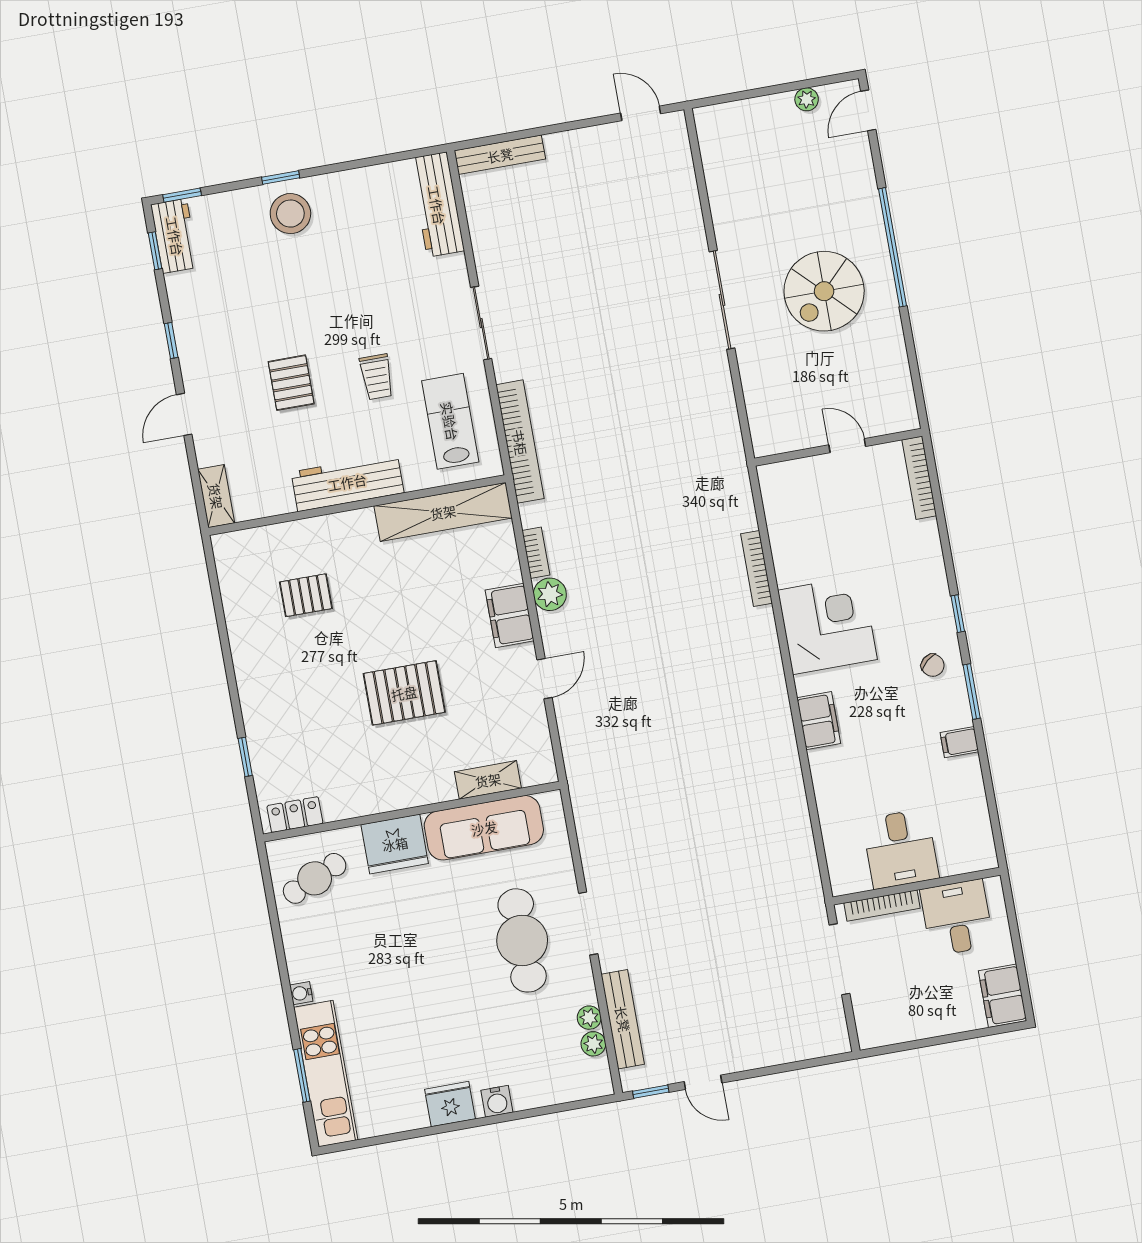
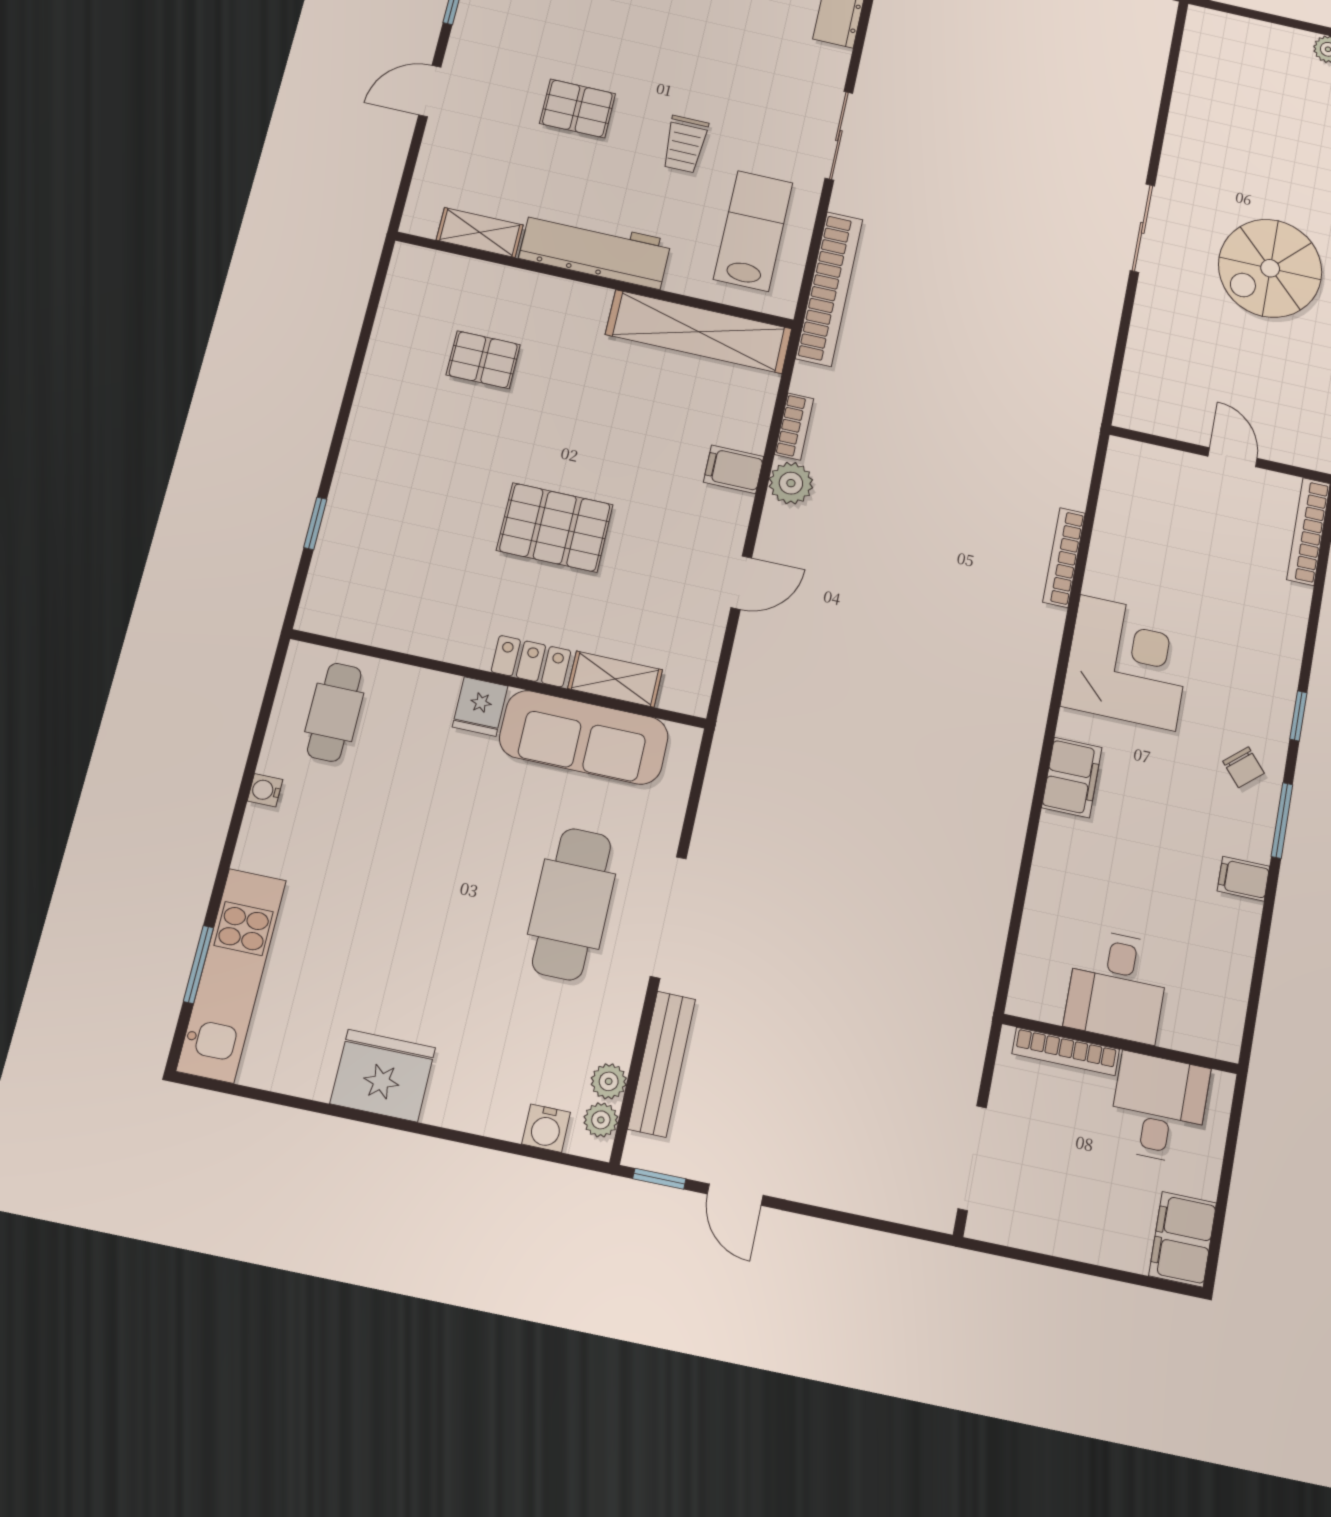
sliding door: (722, 300) -> (1142, 228), width x0.73
pallet: (291, 383) -> (577, 109), turned 90
shelving: (216, 496) -> (480, 233), moved, turned 90
filing cabinet: (510, 615) -> (734, 469), width x0.50
locker: (295, 815) -> (531, 661), moved
fridge: (395, 844) -> (480, 706), width x0.53, depth x0.75
cafe table: (315, 878) -> (334, 712), turned -66
doorway: (588, 924) -> (668, 917), width x1.36
doorway: (840, 959) -> (972, 1158), moved
water cooler: (301, 993) -> (265, 790), moved
plant: (589, 1018) -> (601, 1120), moved
water cooler: (497, 1101) -> (546, 1128), moved
fridge: (450, 1104) -> (383, 1076), width x1.36, depth x1.34

